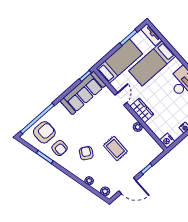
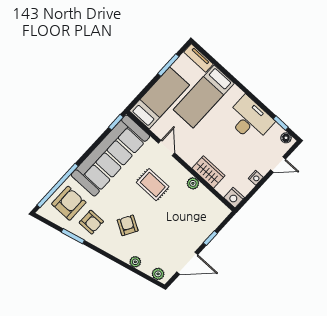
sofa: (83, 93) -> (110, 156), width x1.36, depth x1.27
wardrobe: (142, 110) -> (208, 172), moved
rug: (115, 148) -> (153, 185), moved

